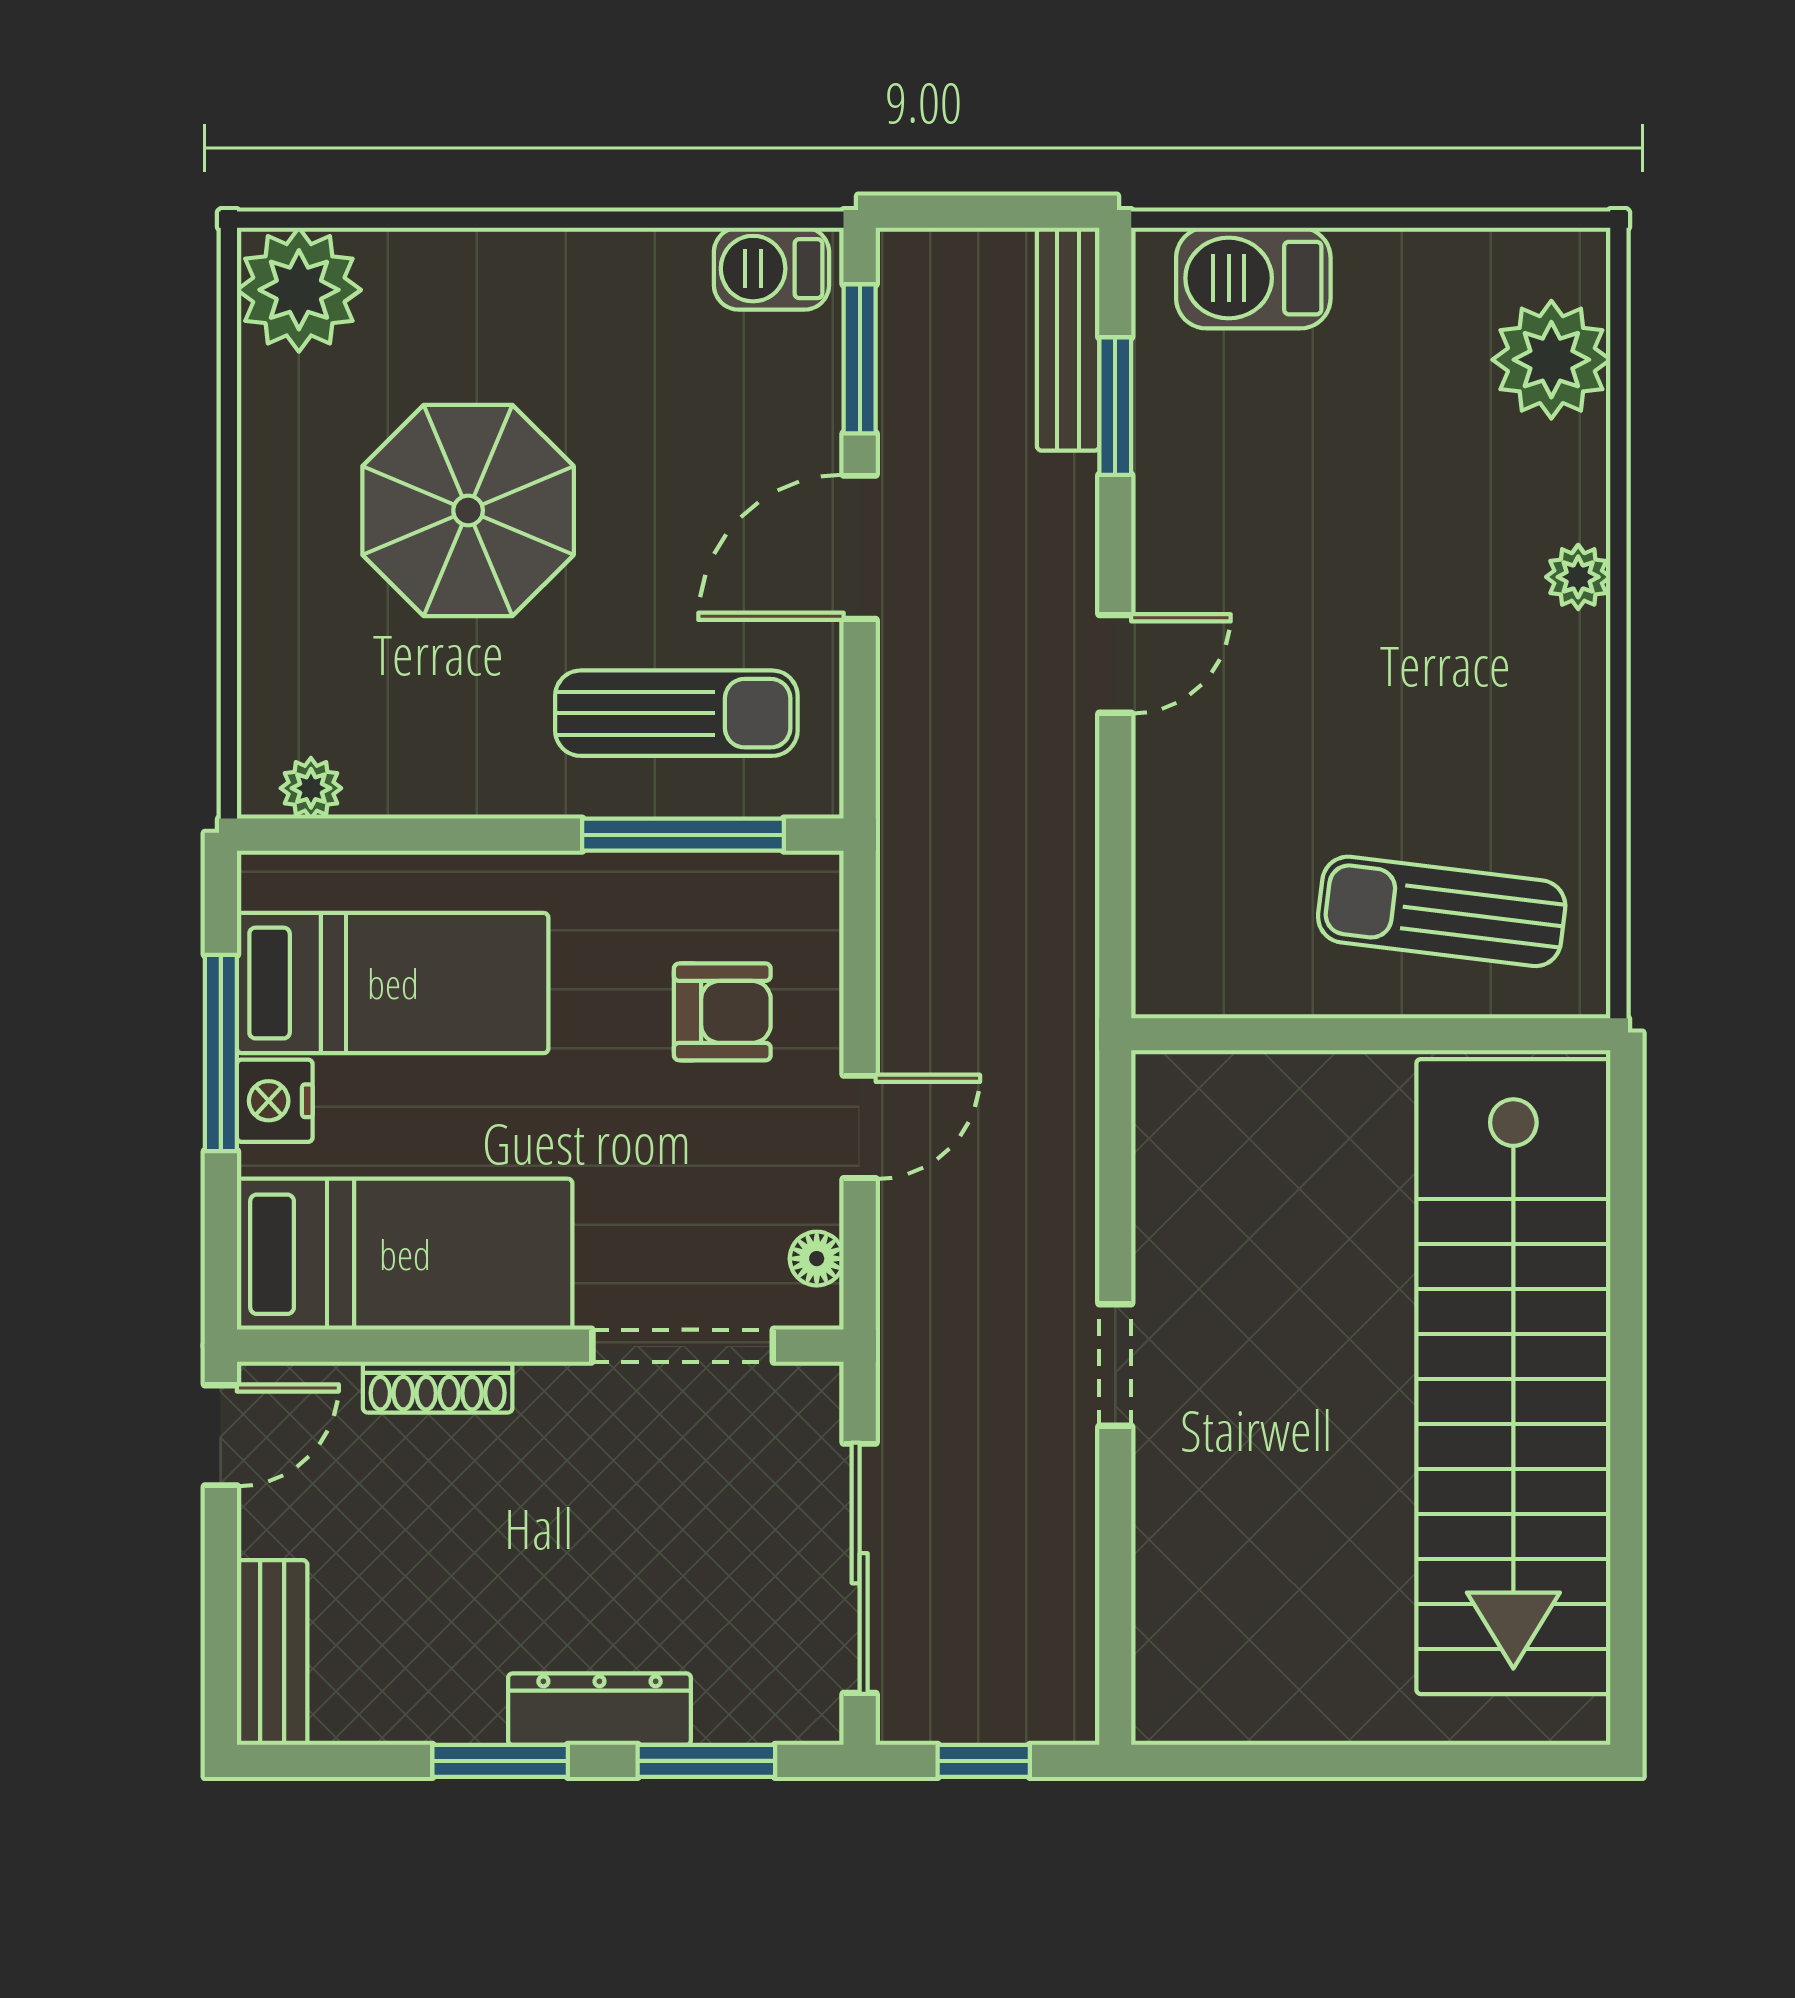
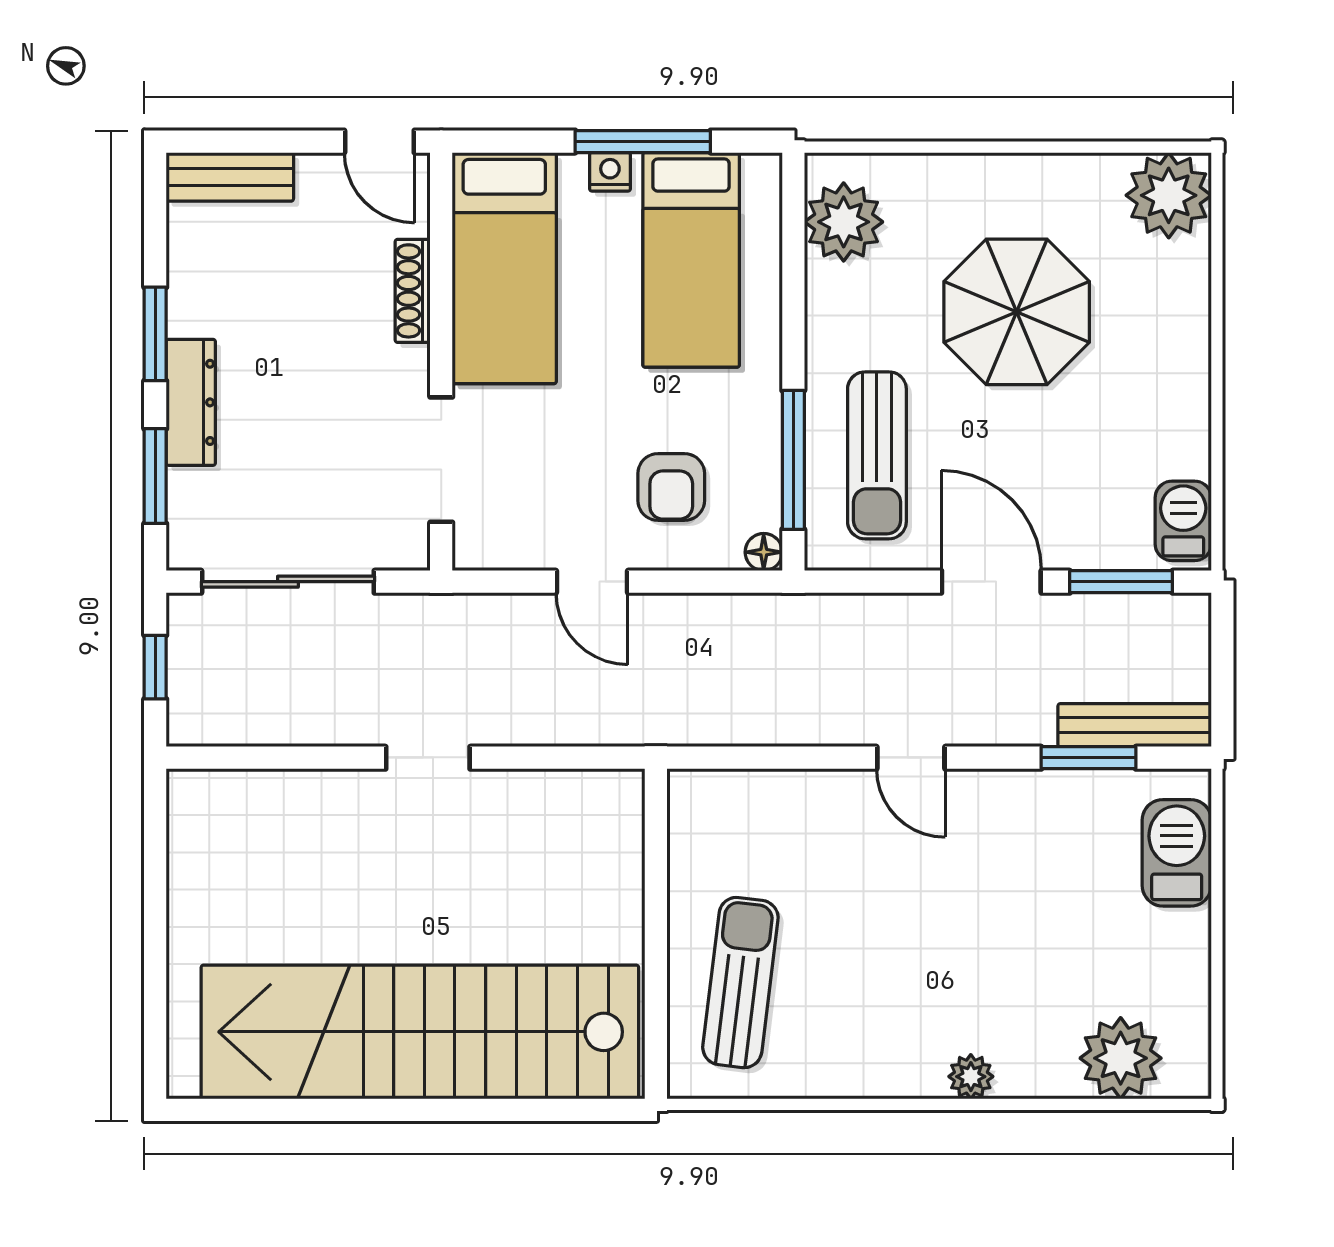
plant: (311, 788) -> (844, 222), width x1.88, depth x1.88
nightstand: (275, 1101) -> (610, 172), width x0.72, depth x0.74
floor lamp: (817, 1259) -> (764, 552), moved

